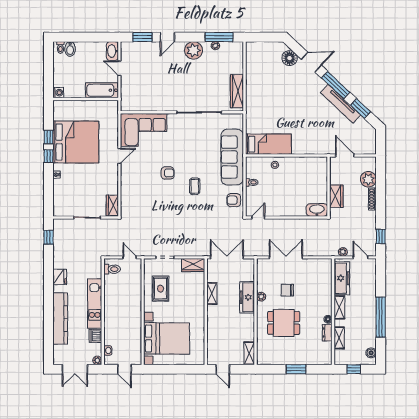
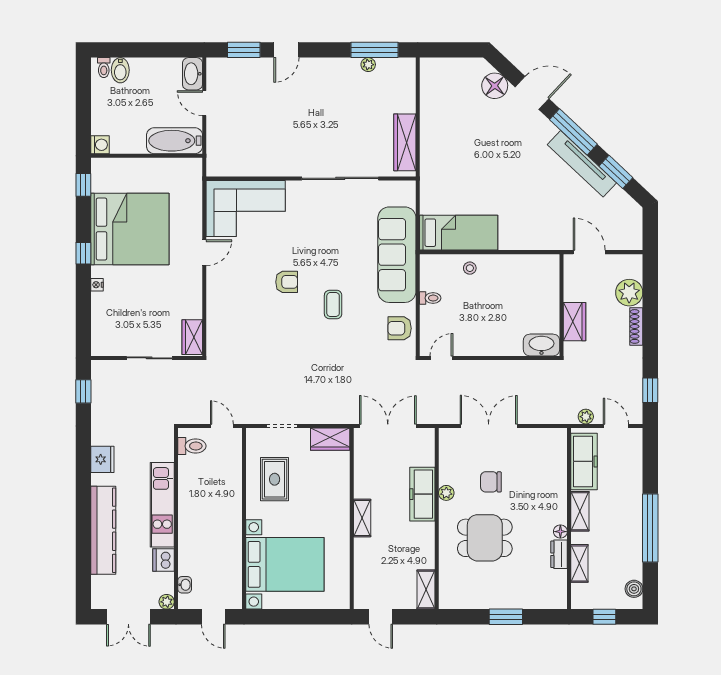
plant: (194, 50) -> (331, 73), removed
window: (49, 137) -> (83, 185), moved
shelving: (212, 293) -> (362, 518), moved

